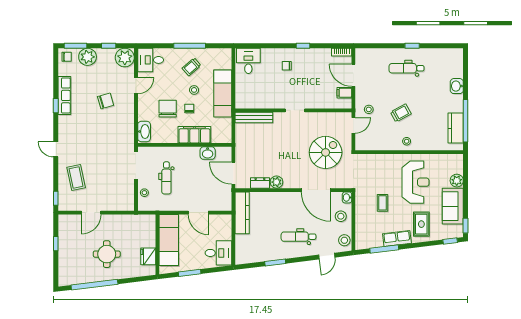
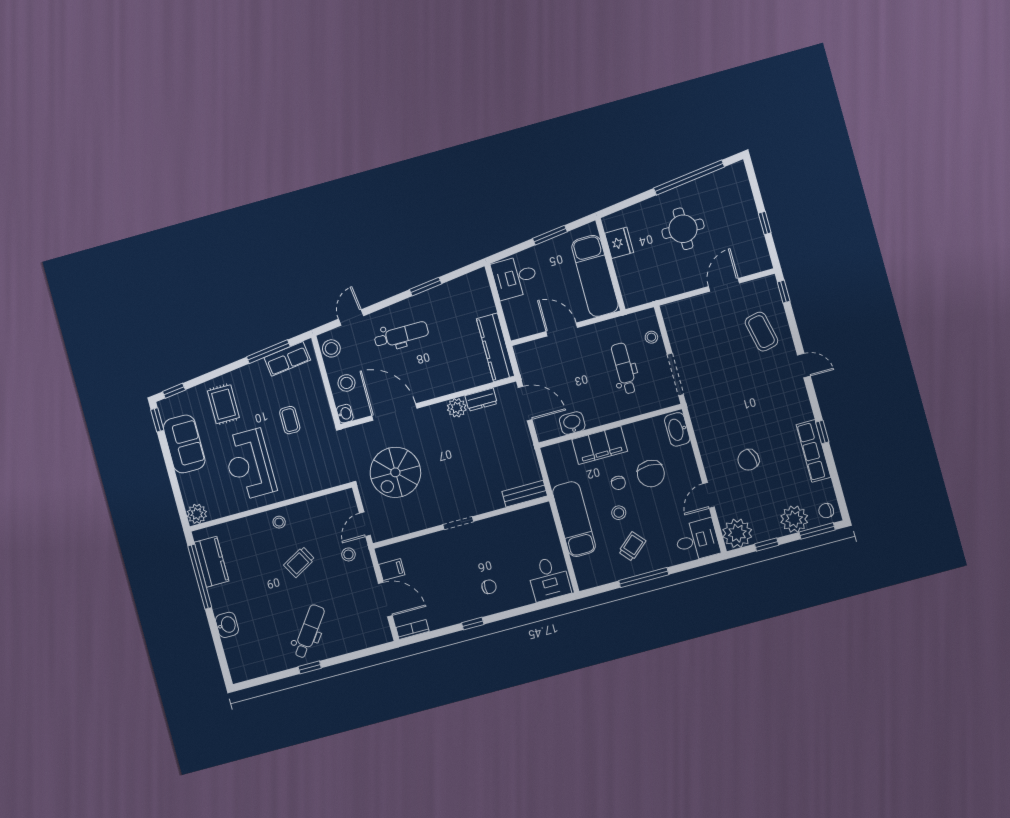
dental chair: (407, 68) -> (309, 631), turned -54
bench: (254, 117) -> (525, 494), width x0.73
plant: (457, 181) -> (197, 514), moved
row of seats: (397, 239) -> (287, 359), moved

